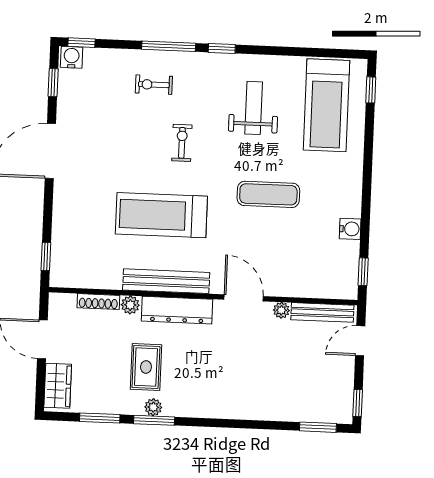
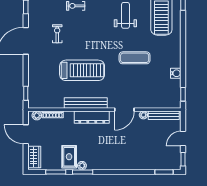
exercise bike: (182, 143) -> (57, 34), moved
treadmill: (161, 215) -> (82, 70), turned 180
door: (244, 298) -> (124, 110), swing flipped
plant: (130, 305) -> (37, 115), moved
door: (360, 341) -> (183, 139), moved
rug: (146, 367) -> (69, 157), moved

